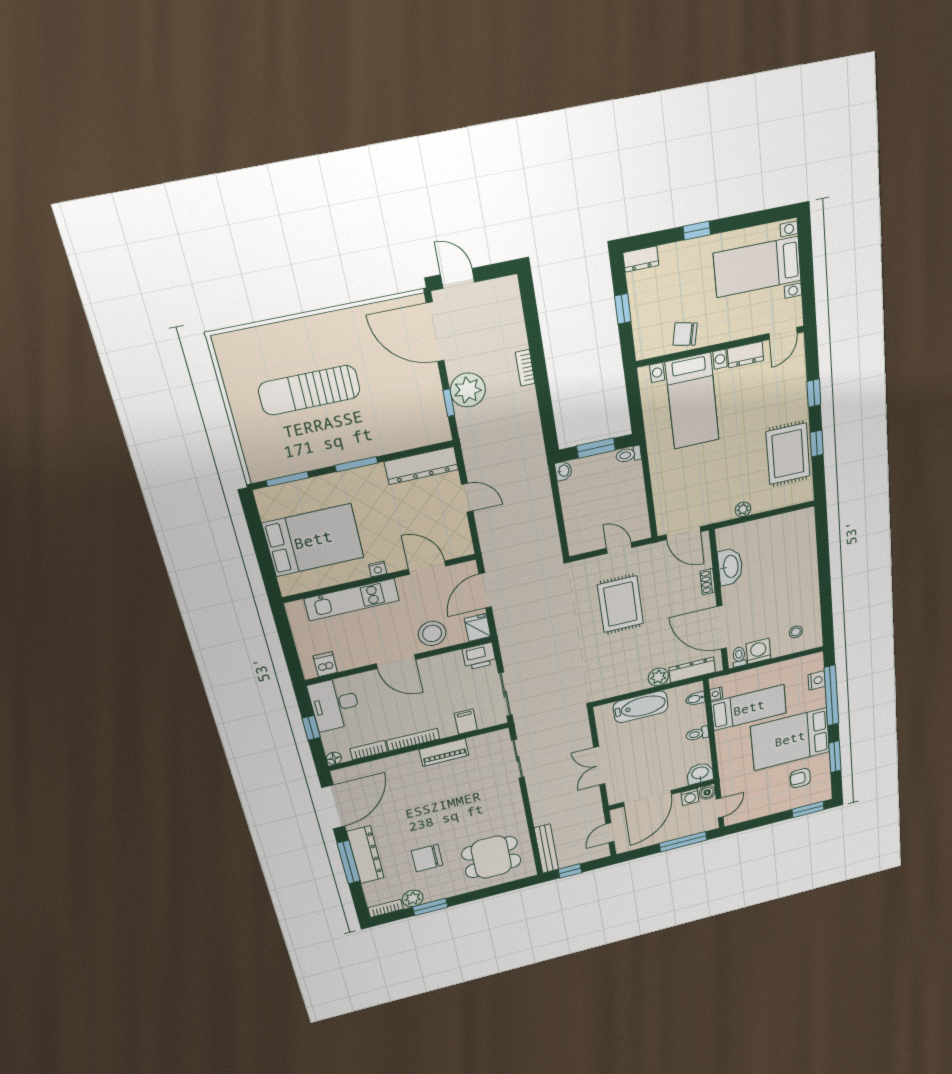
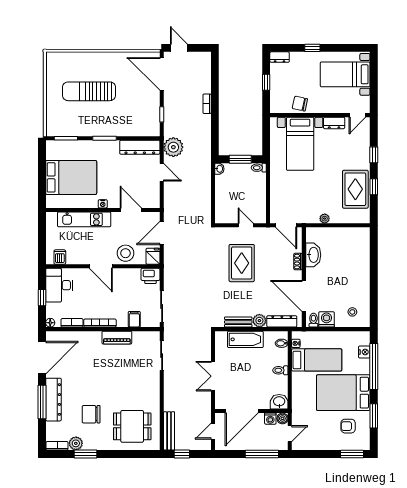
plant: (468, 390) -> (173, 147), moved
bench: (627, 687) -> (238, 322), added

